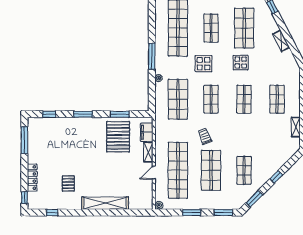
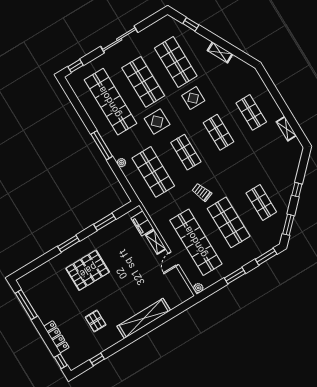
shop shelf: (211, 28) -> (143, 82), width x1.43, depth x1.36
window: (49, 114) -> (35, 264), removed
pallet: (118, 137) -> (88, 270), moved, turned 90

